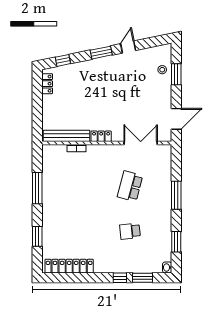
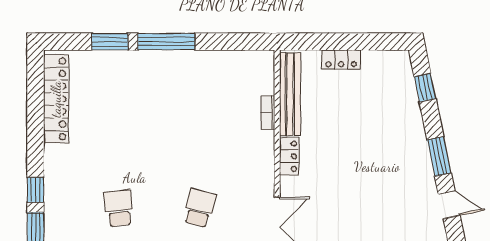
locker: (47, 84) -> (341, 59), moved
school desk: (130, 186) -> (200, 208), width x0.54
window: (37, 188) -> (166, 42), moved

